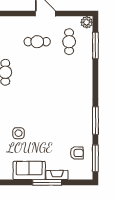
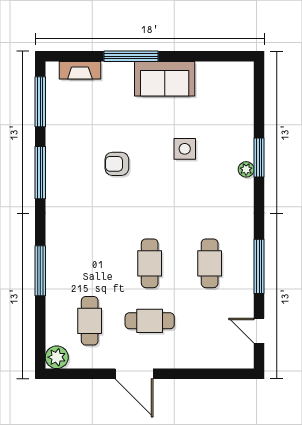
window: (95, 45) -> (40, 271), moved
cafe table: (37, 72) -> (150, 263), added
armchair: (77, 153) -> (117, 164), moved
fireplace: (57, 175) -> (80, 70), moved

